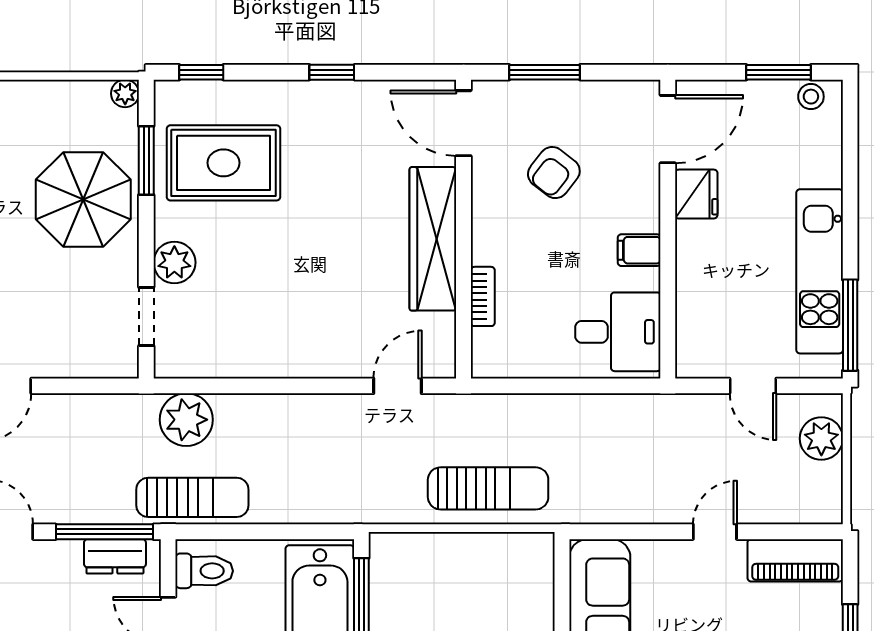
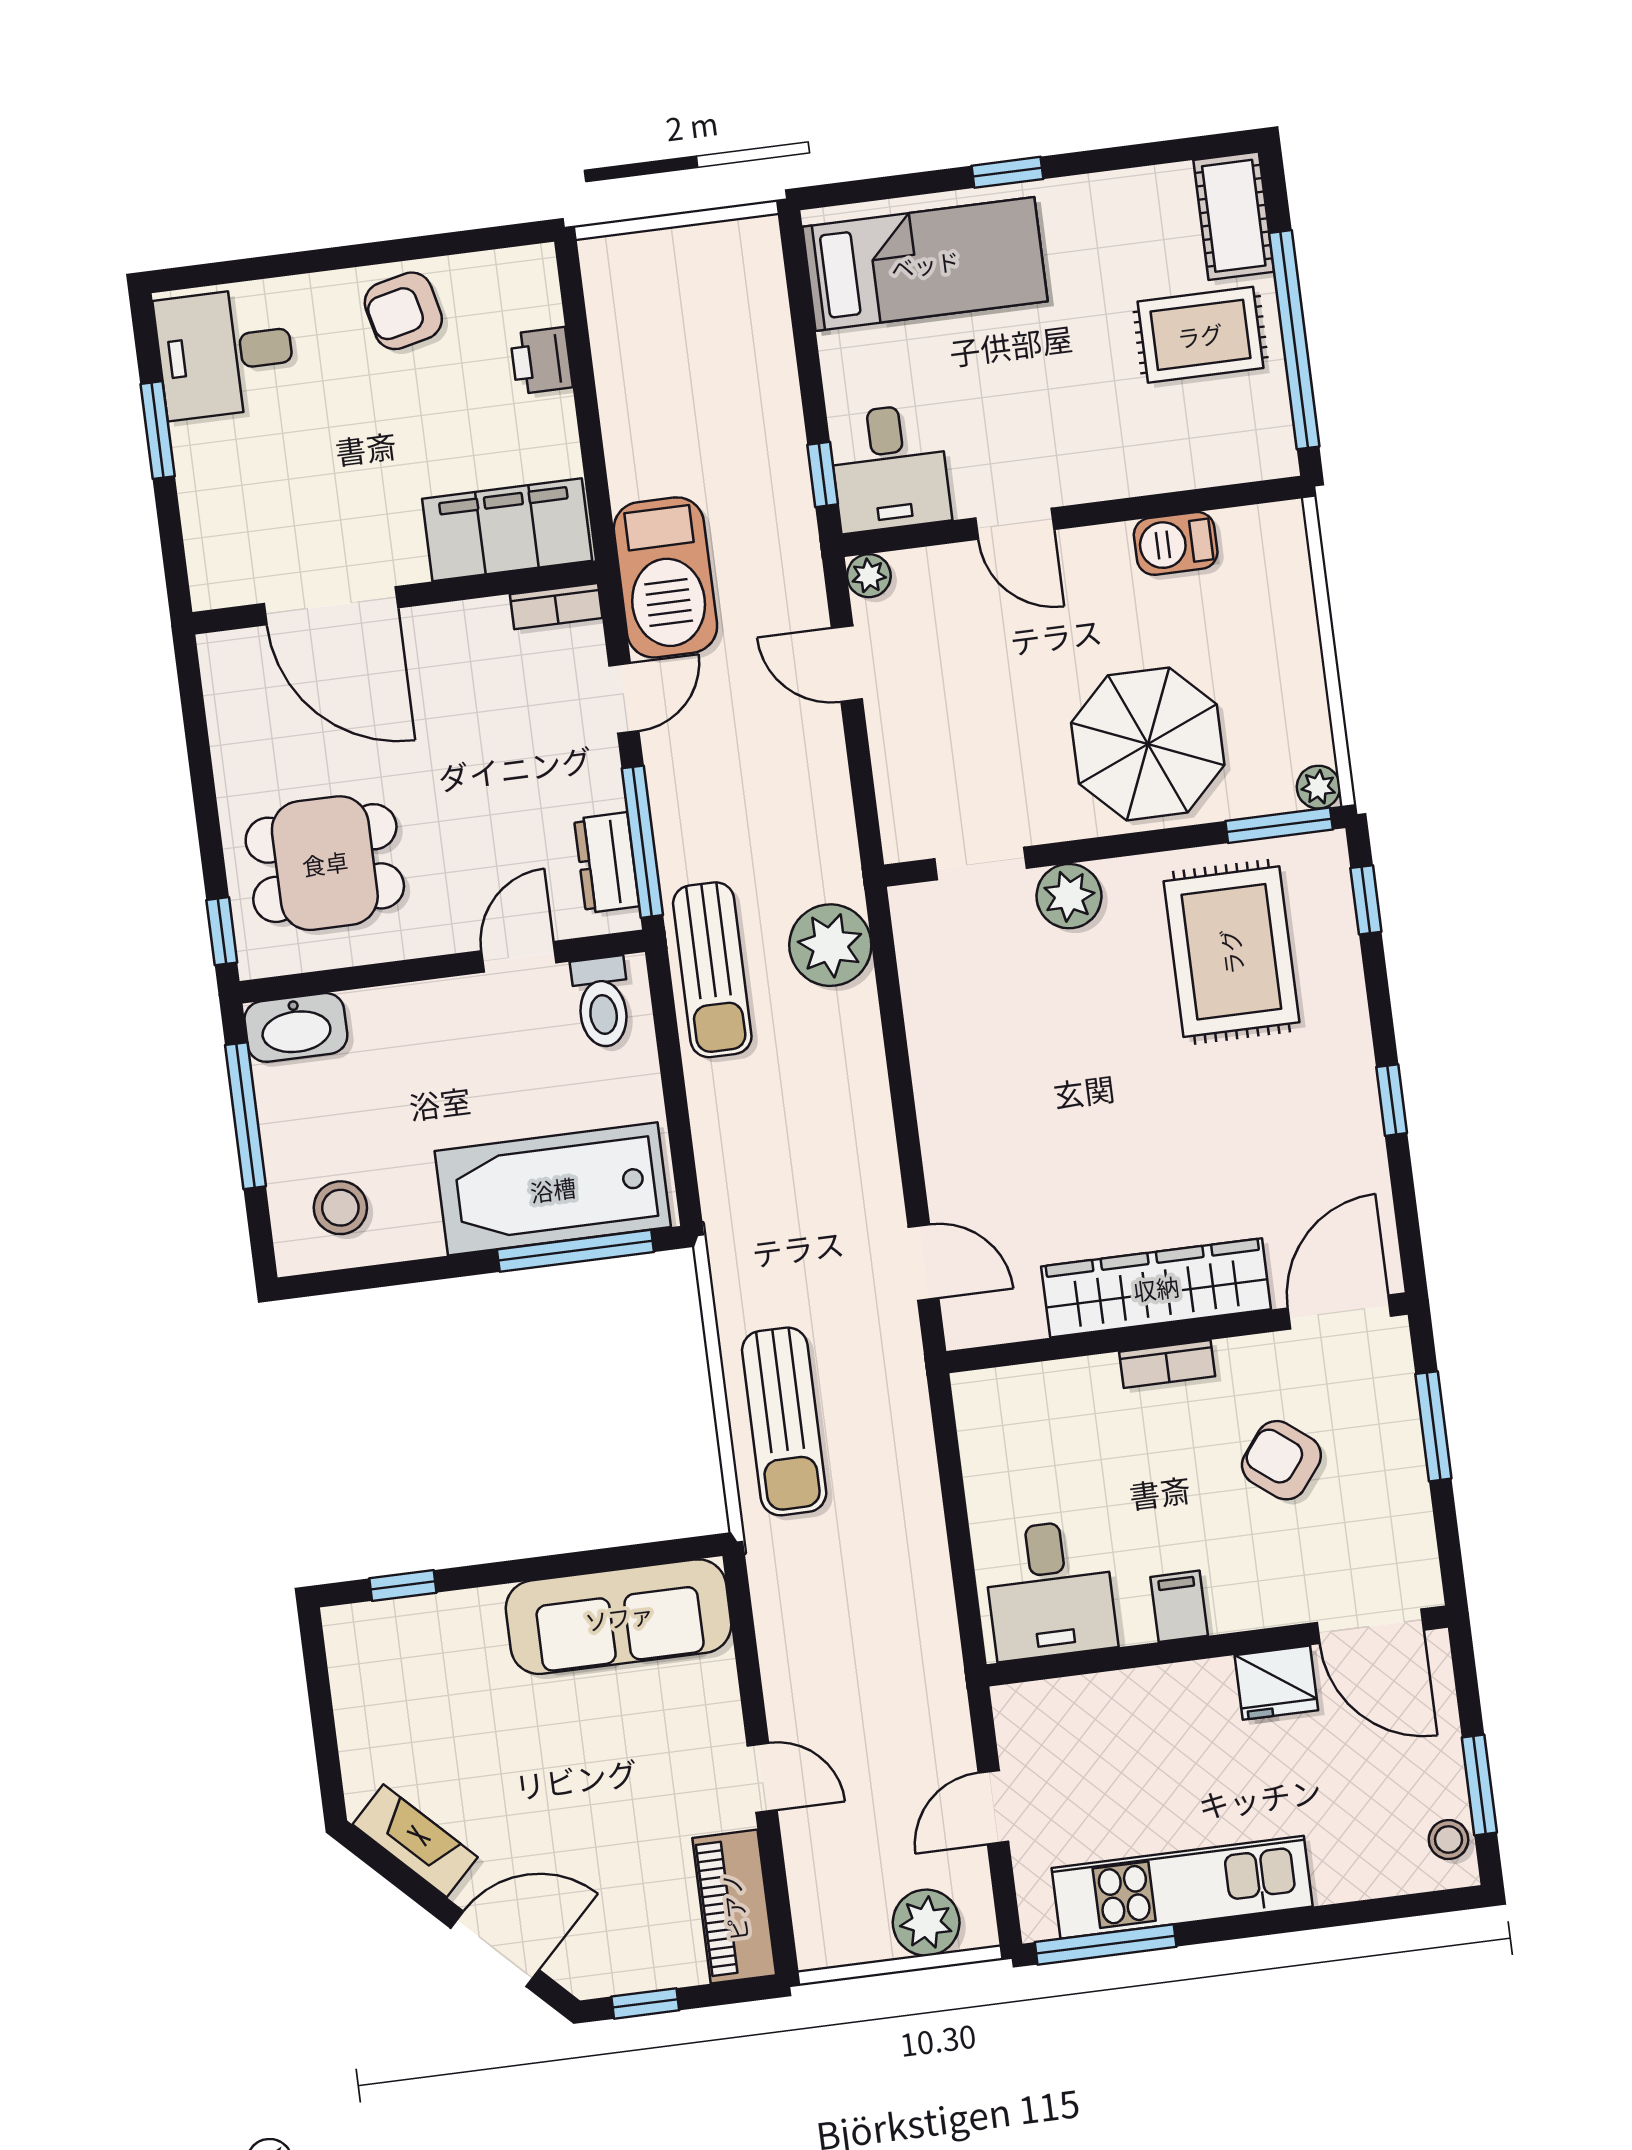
window: (146, 161) -> (1279, 825), moved
bookcase: (483, 296) -> (1167, 1364), moved

